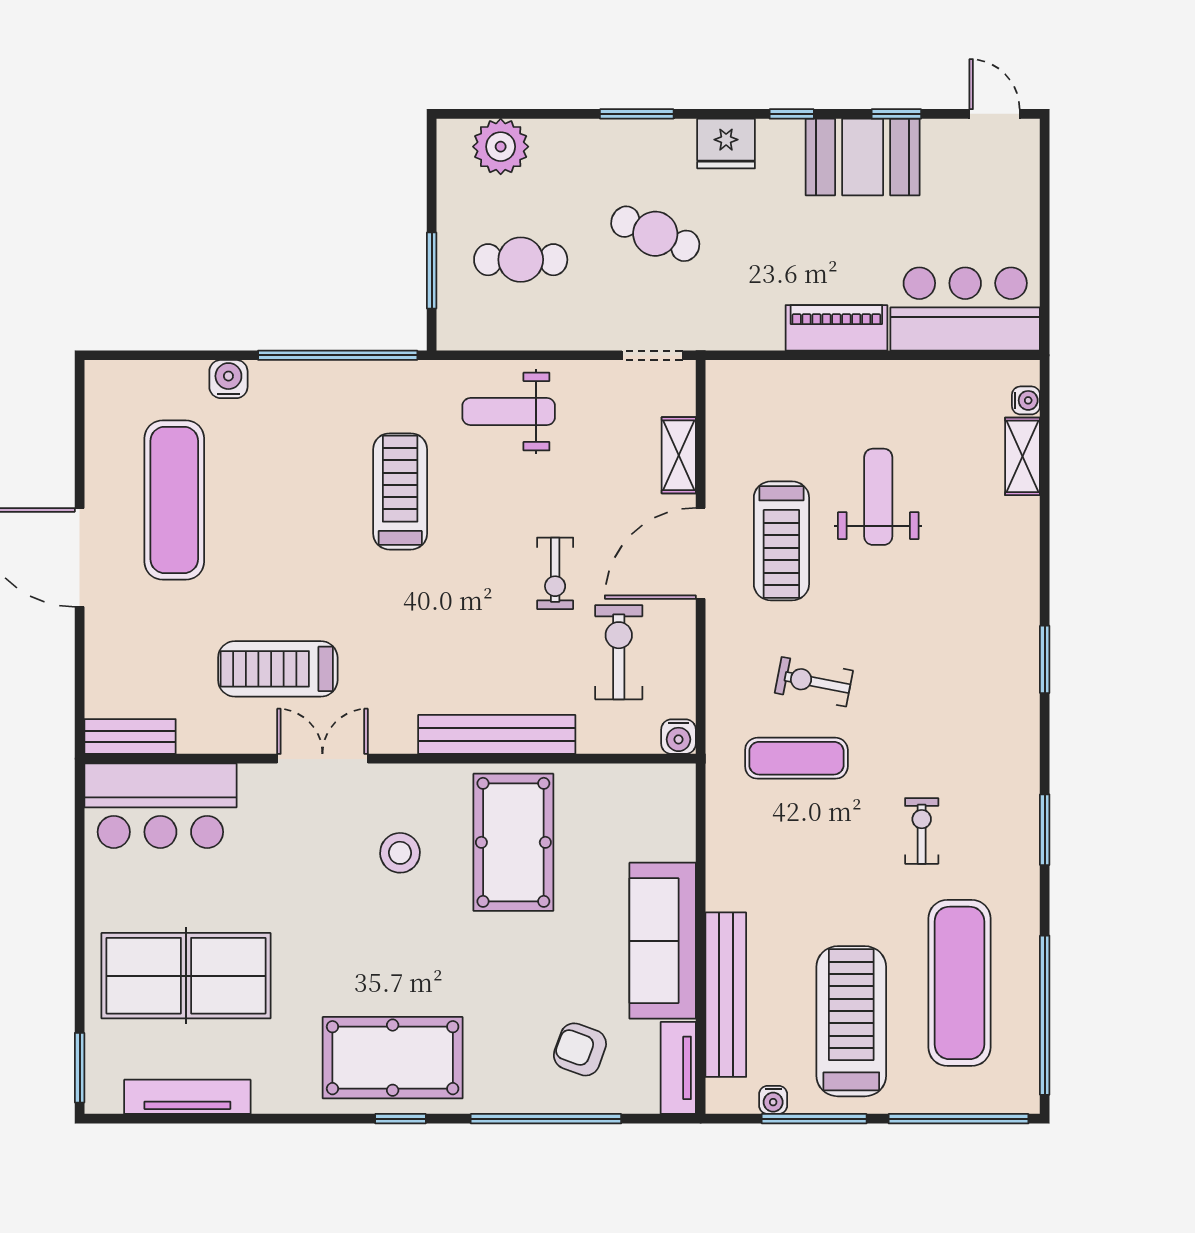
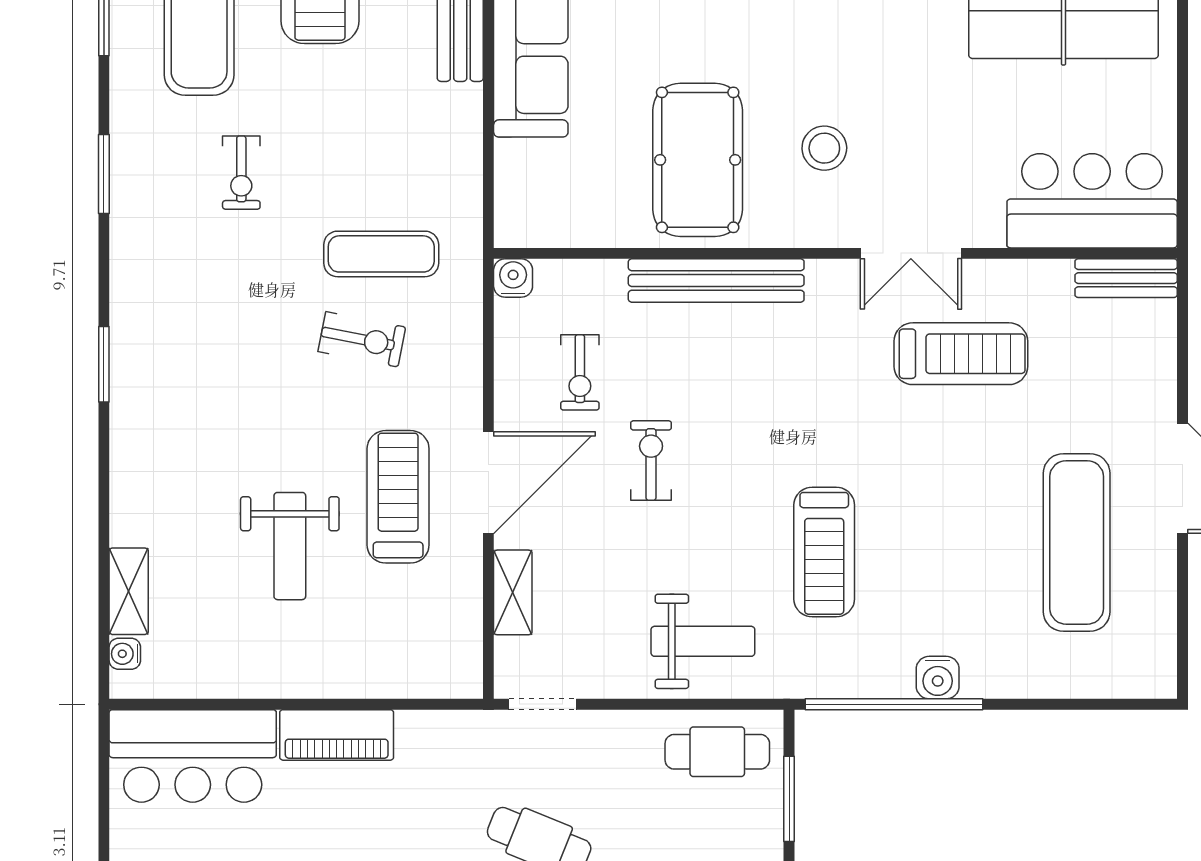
cafe table: (521, 260) -> (717, 752), moved
water cooler: (228, 379) -> (938, 678), moved
exercise bike: (619, 652) -> (580, 372), width x0.73, depth x0.72

